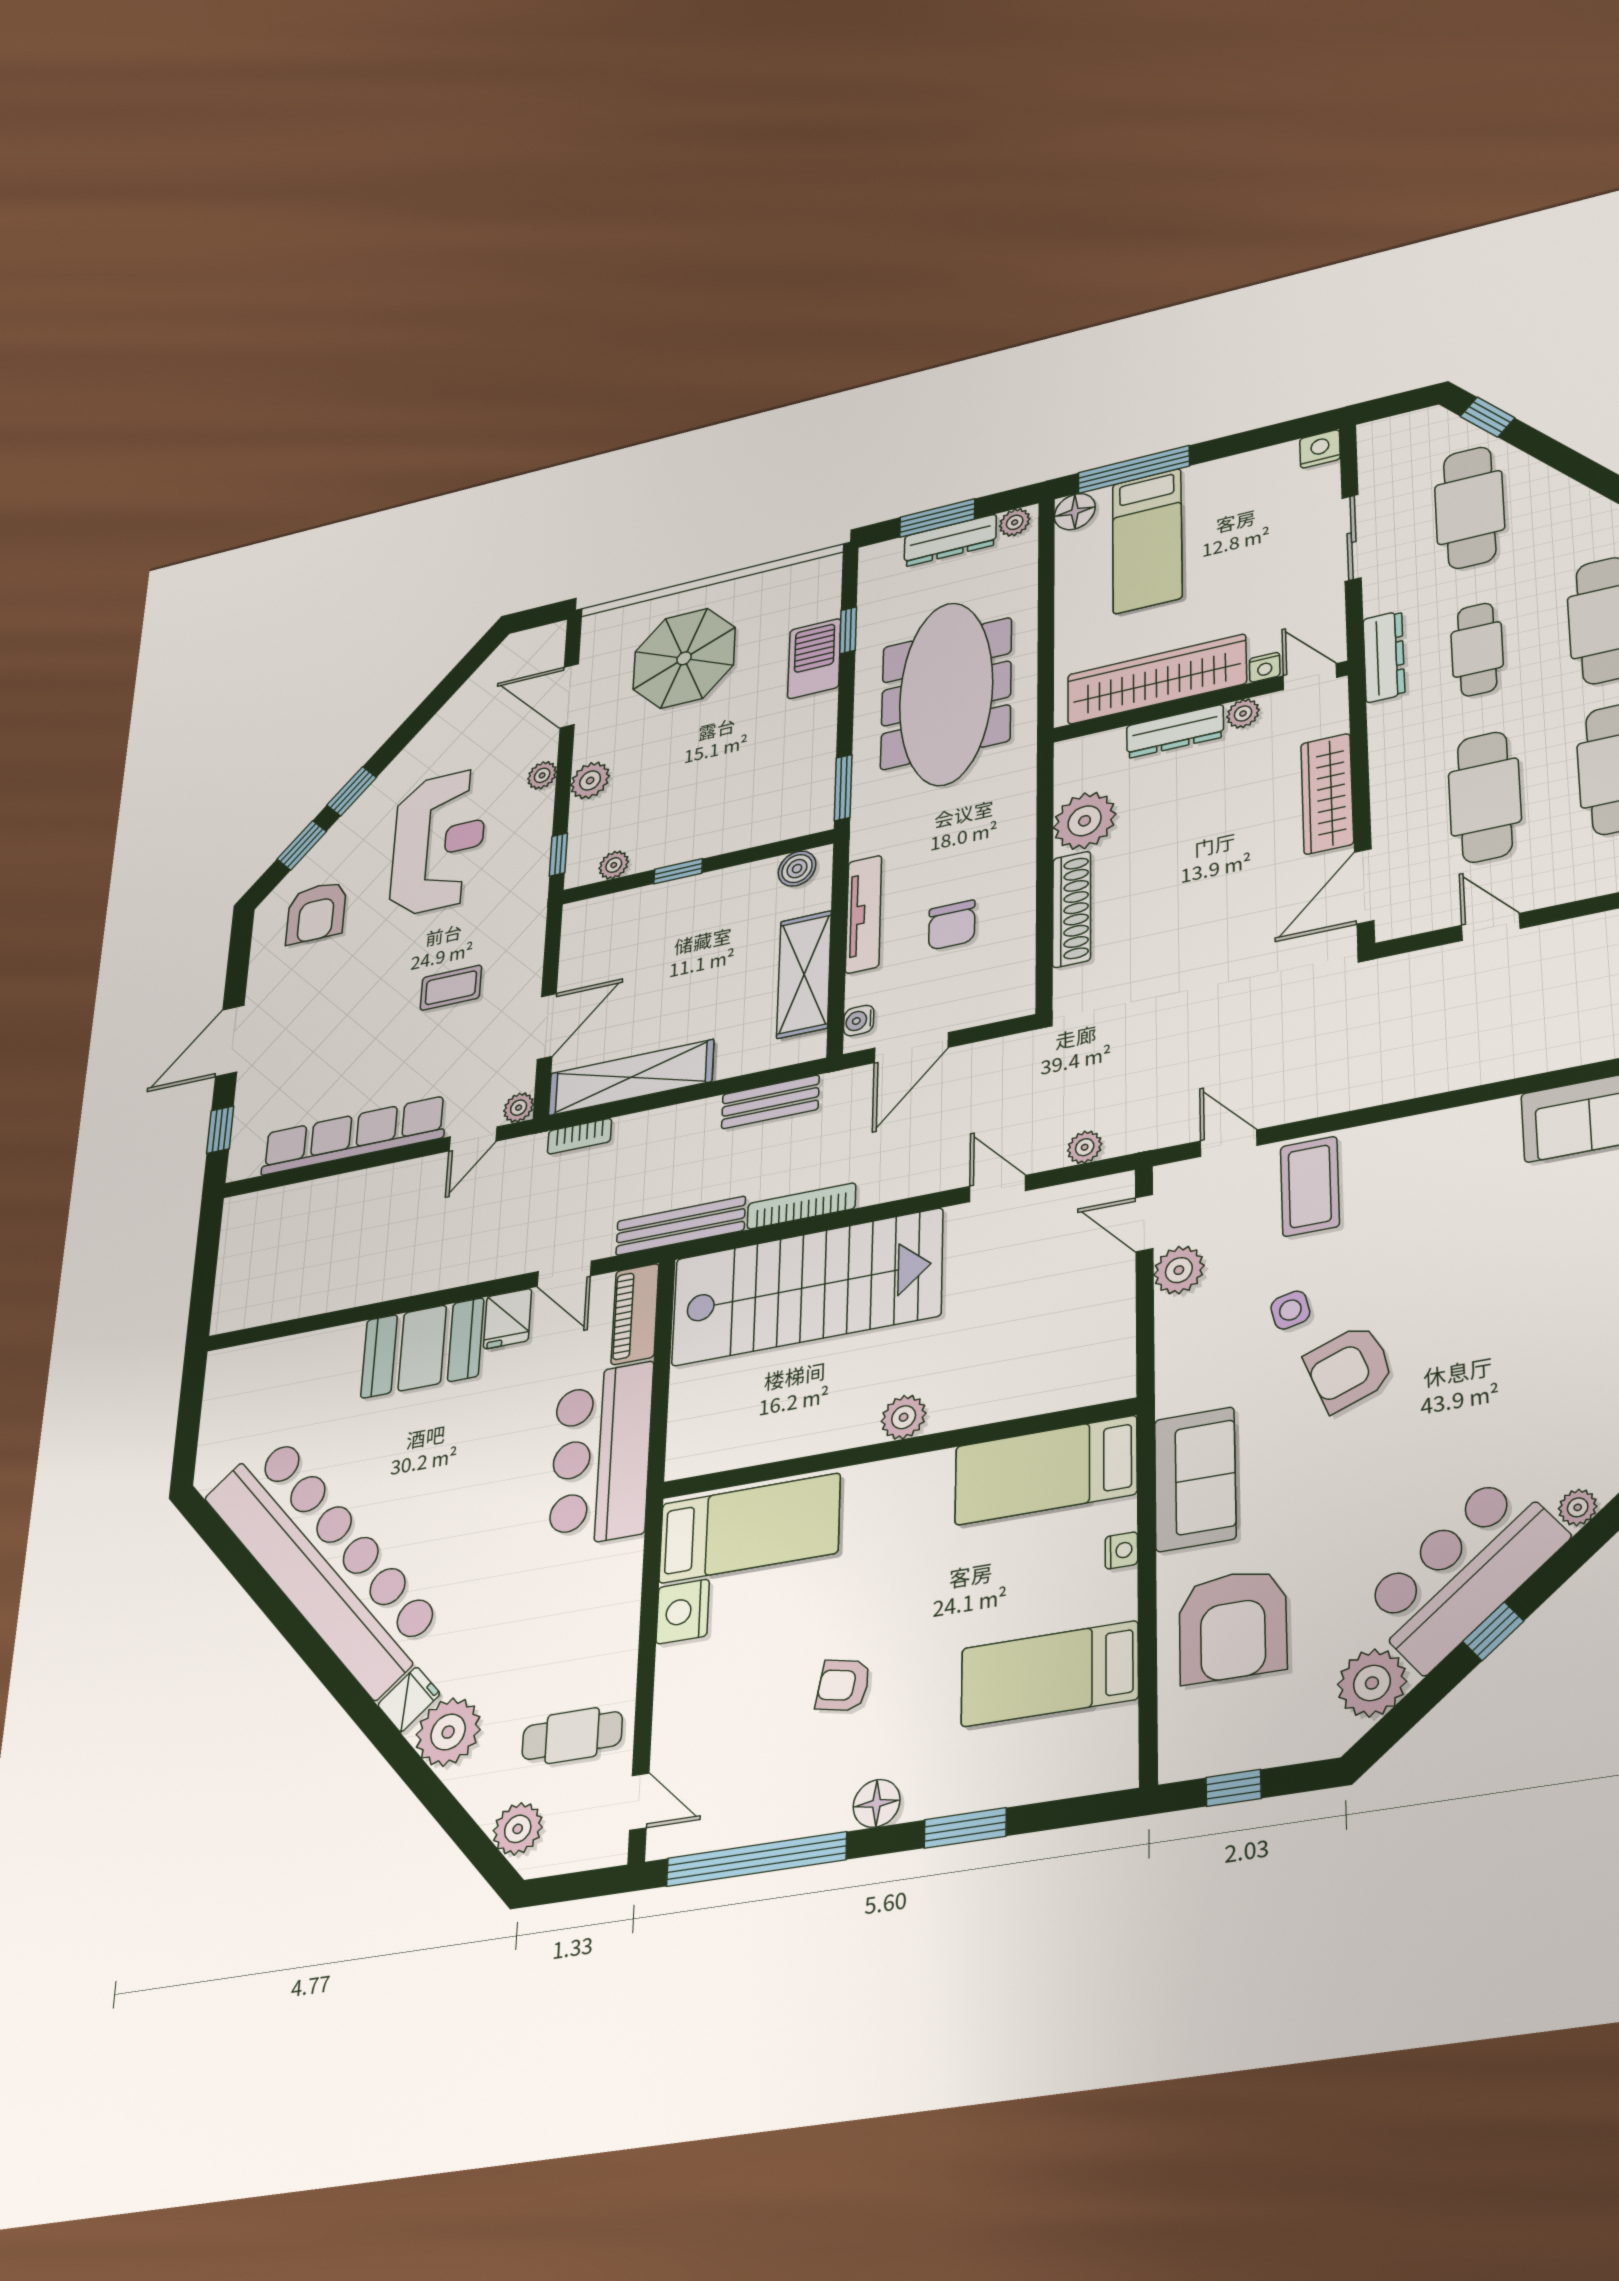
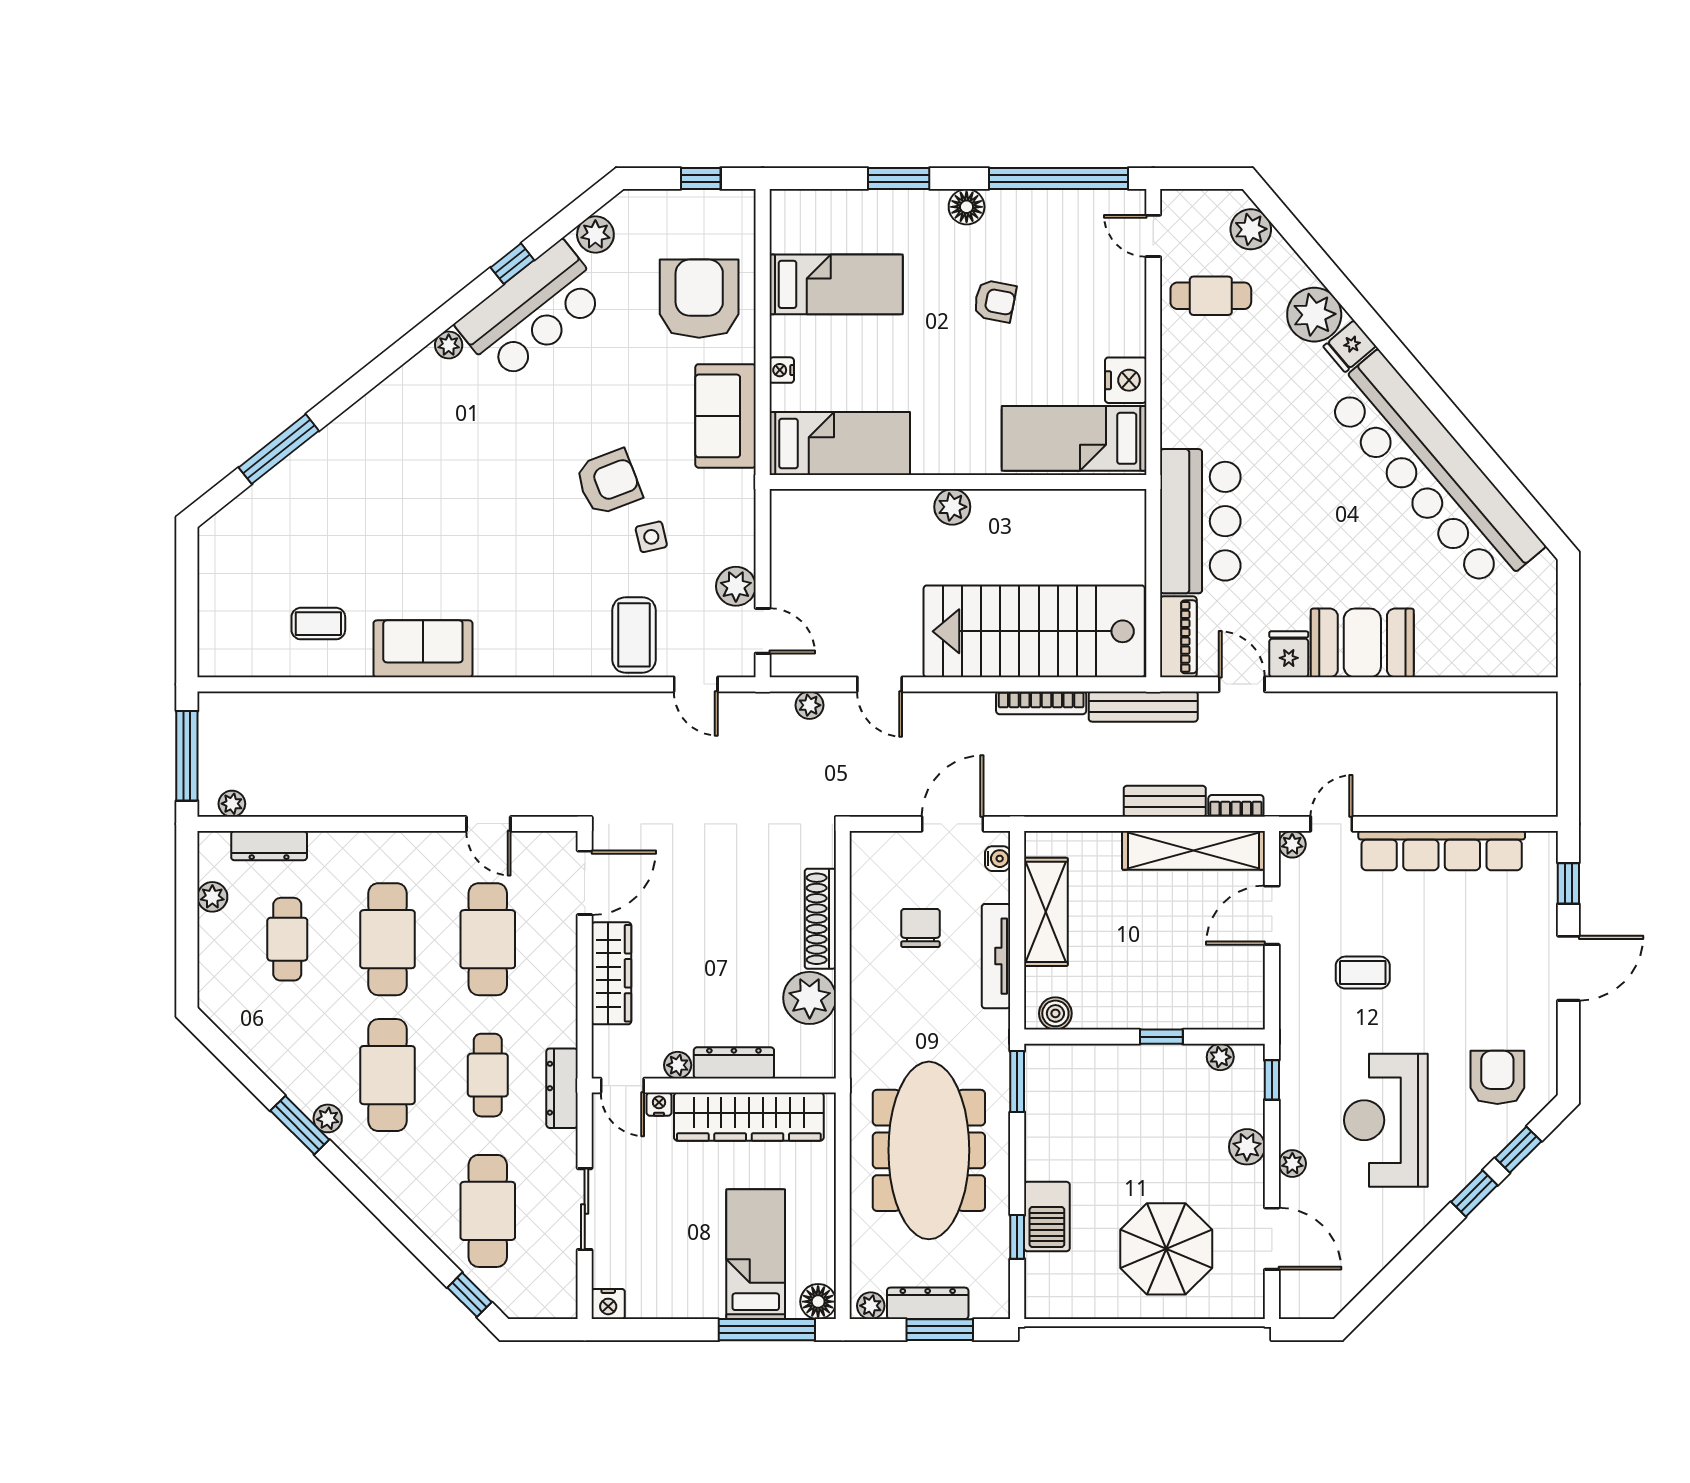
bench: (770, 1102) -> (1165, 801), moved
plant: (1372, 1683) -> (595, 234), width x0.73, depth x0.73

